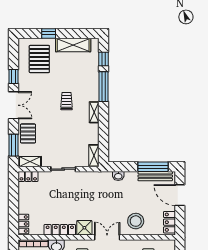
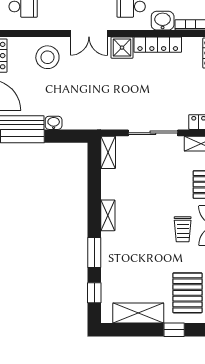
window: (104, 87) -> (94, 253), width x0.69
trolley: (67, 101) -> (183, 229), moved
sliding door: (63, 169) -> (153, 133), width x1.37
washbasin: (118, 176) -> (54, 123), moved

